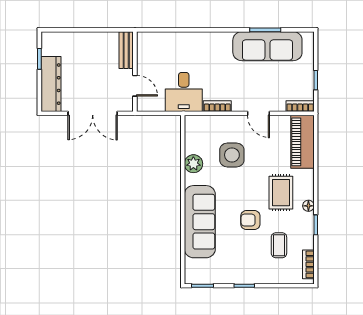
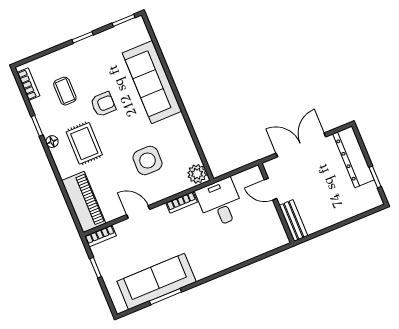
plant: (193, 164) -> (197, 174), moved

